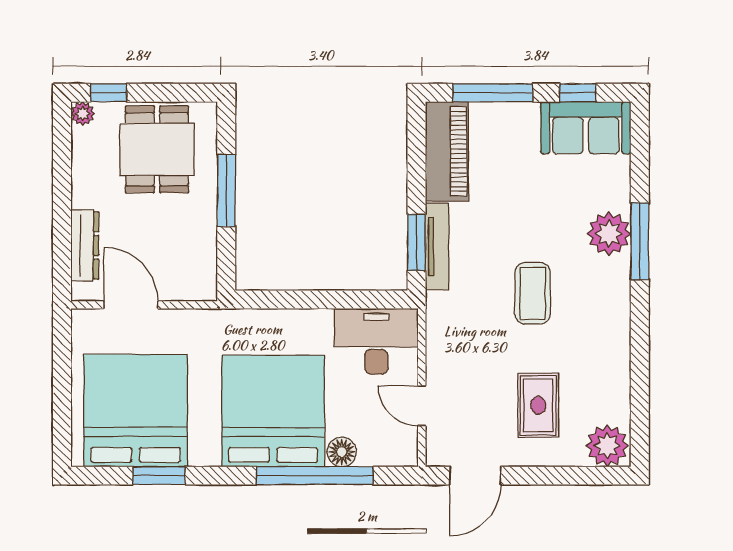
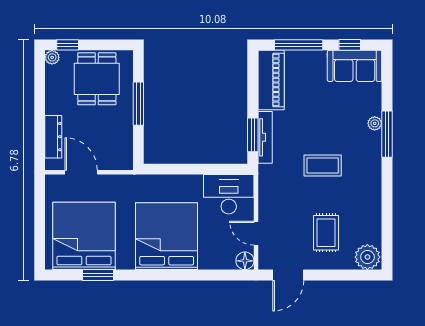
plant: (609, 234) -> (375, 123), width x0.53, depth x0.53
coffee table: (533, 293) -> (323, 165), turned 90
floor lamp: (342, 452) -> (245, 261), moved
window: (315, 476) -> (192, 275), removed

